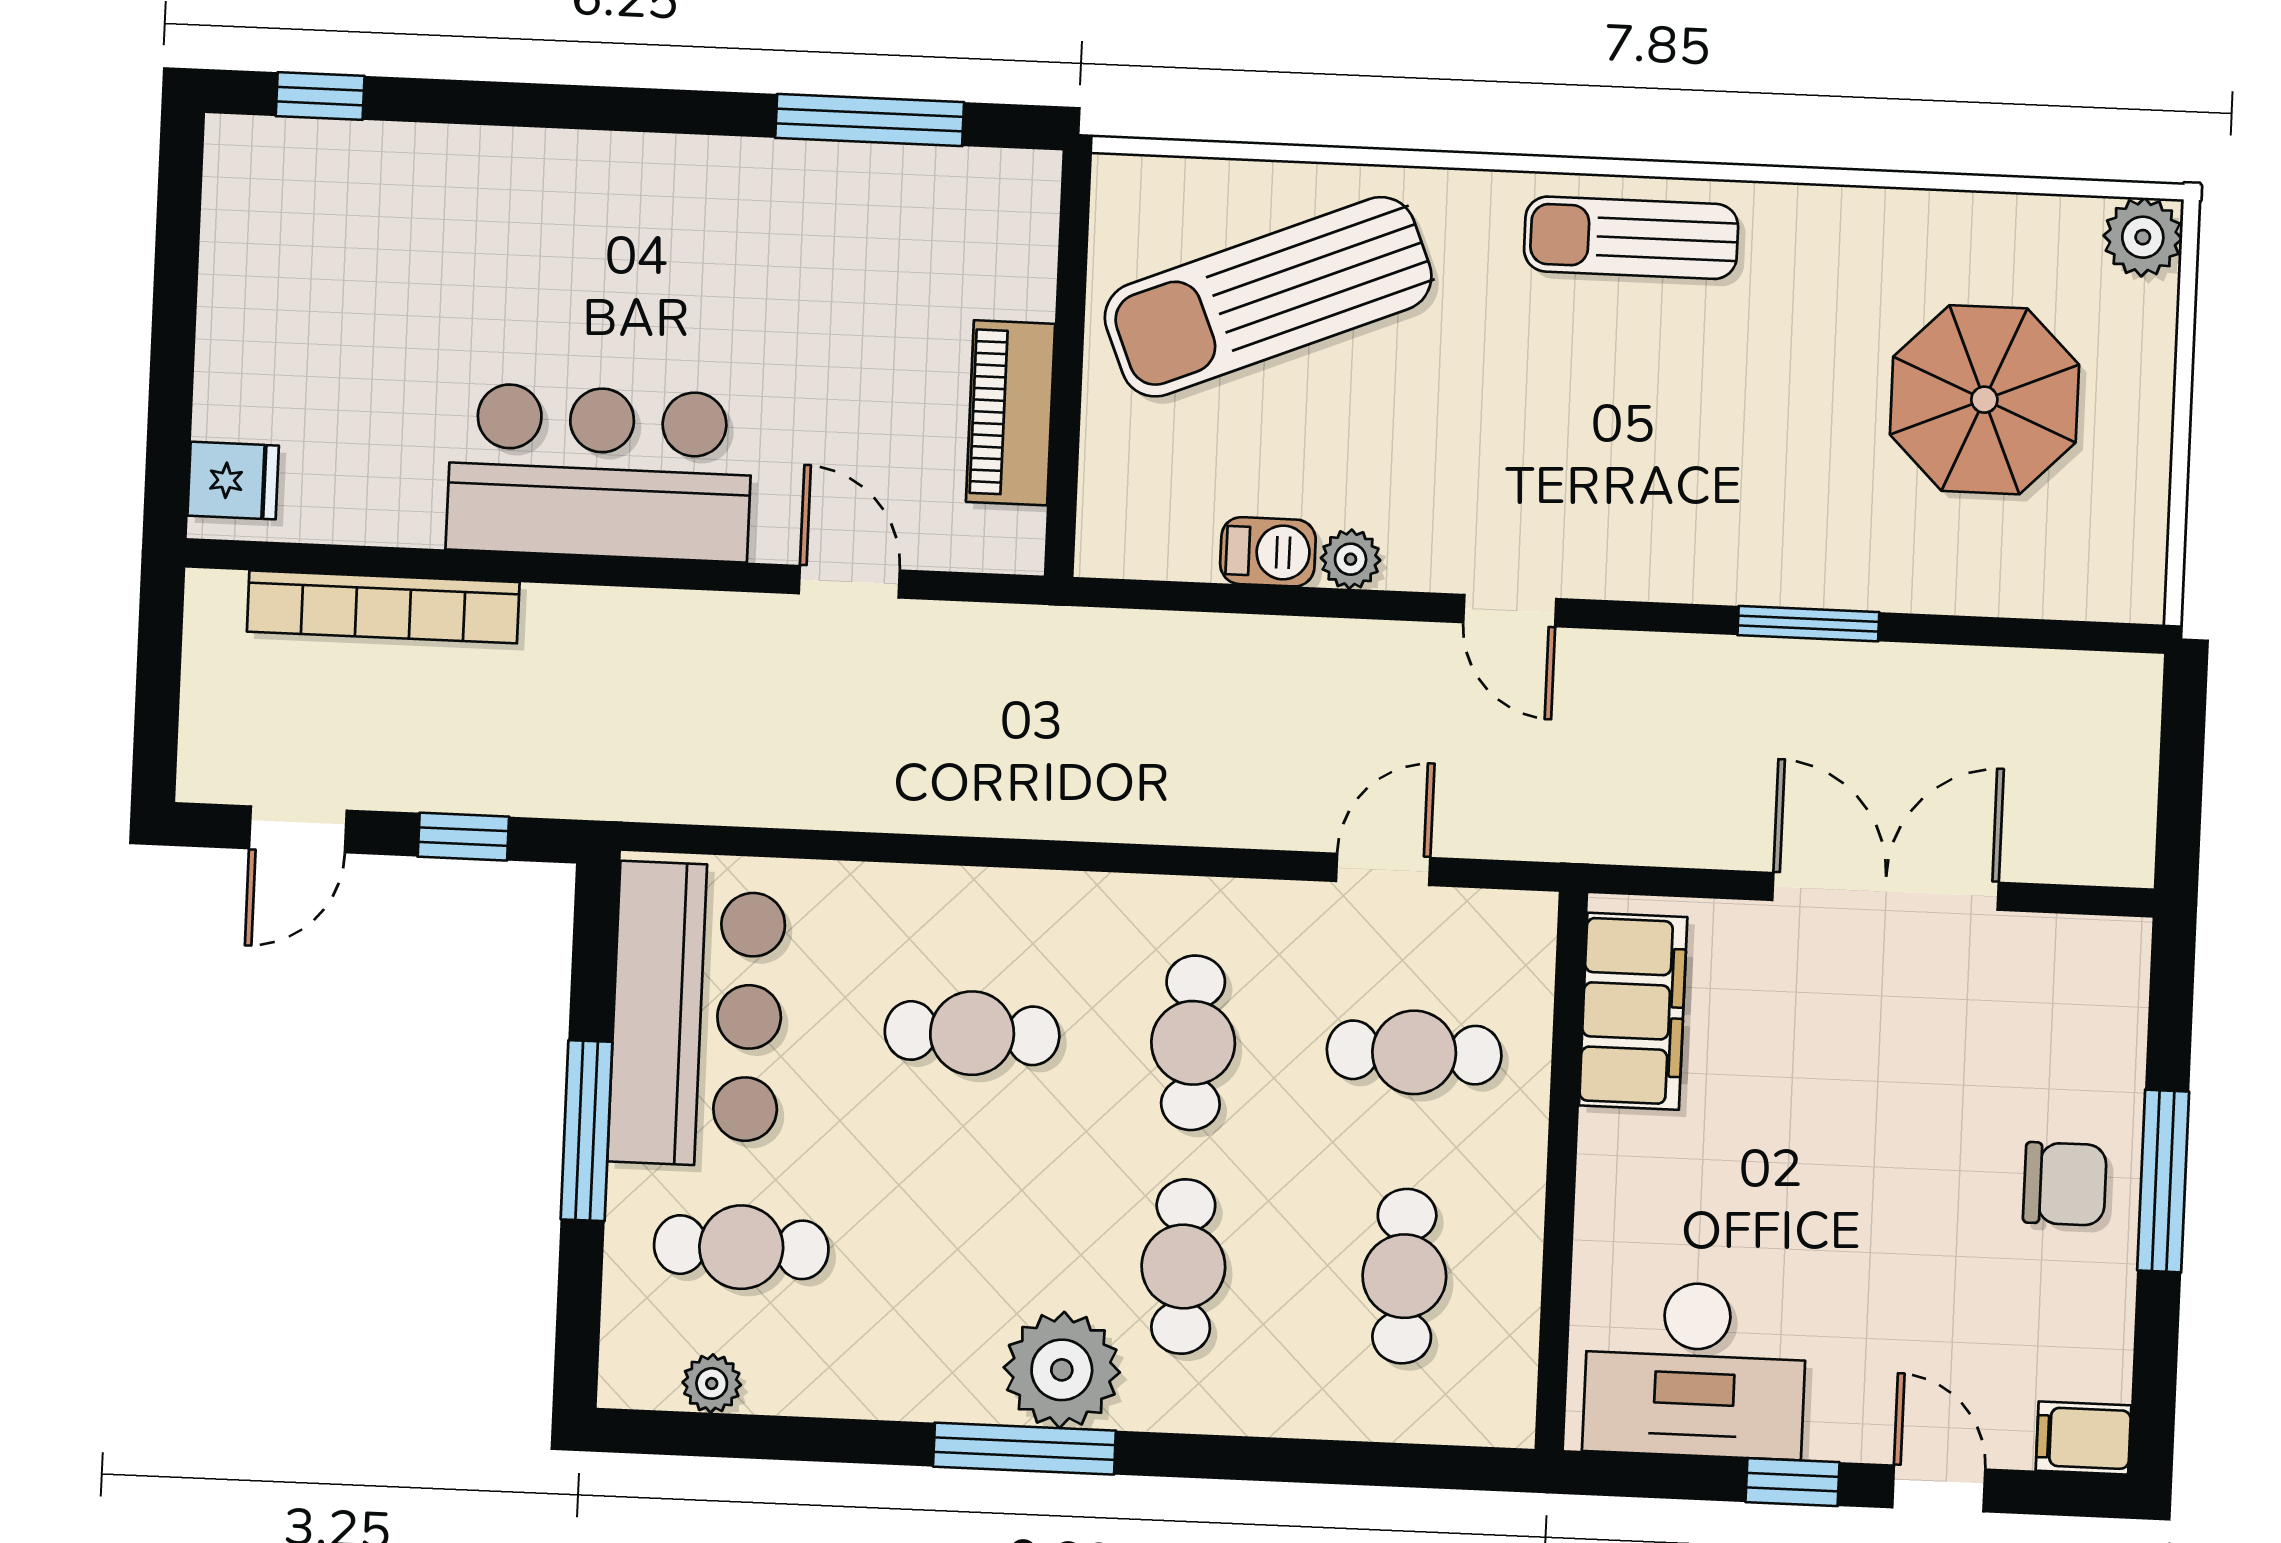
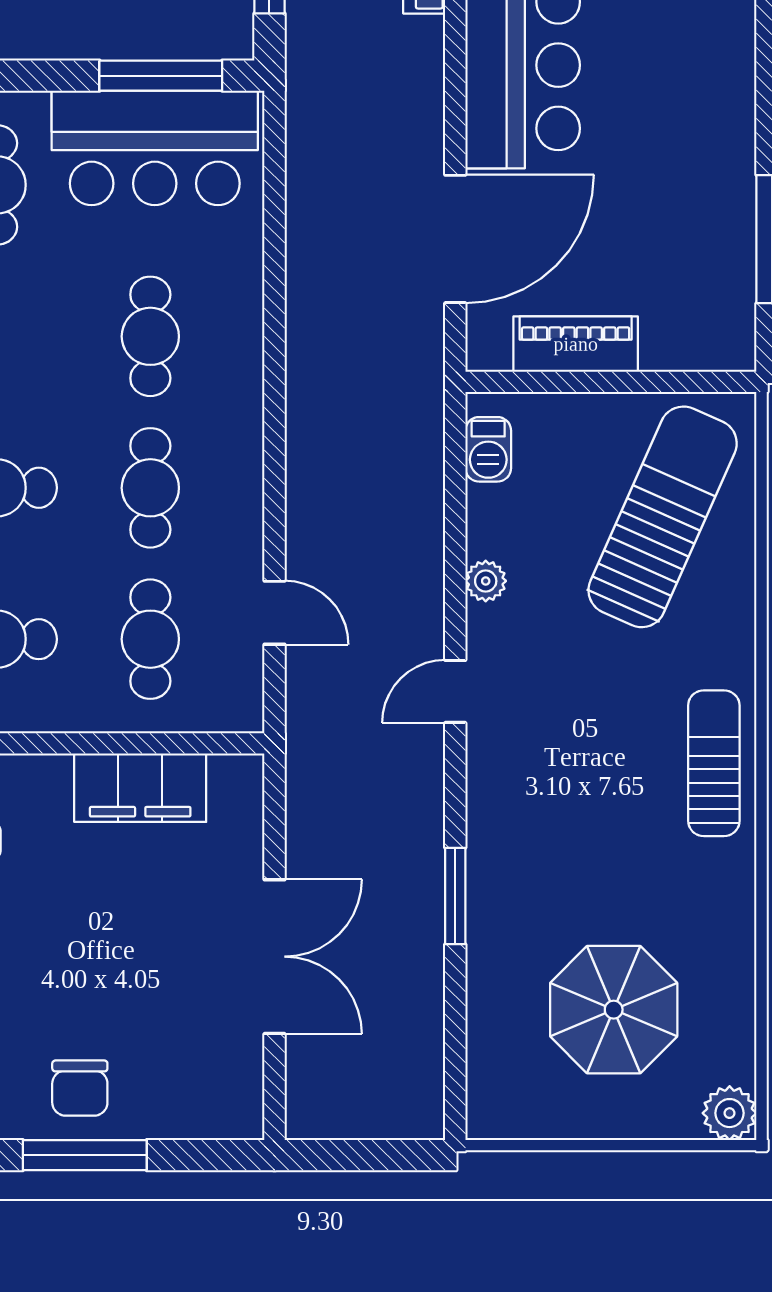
sun lounger: (1268, 297) -> (663, 517), turned 46
barbecue: (1268, 552) -> (488, 449), moved
door: (849, 582) -> (455, 239), width x1.87
filing cabinet: (1633, 1011) -> (140, 788), moved
cafe table: (1193, 1043) -> (150, 488), turned 90
window: (587, 1131) -> (161, 76), moved

